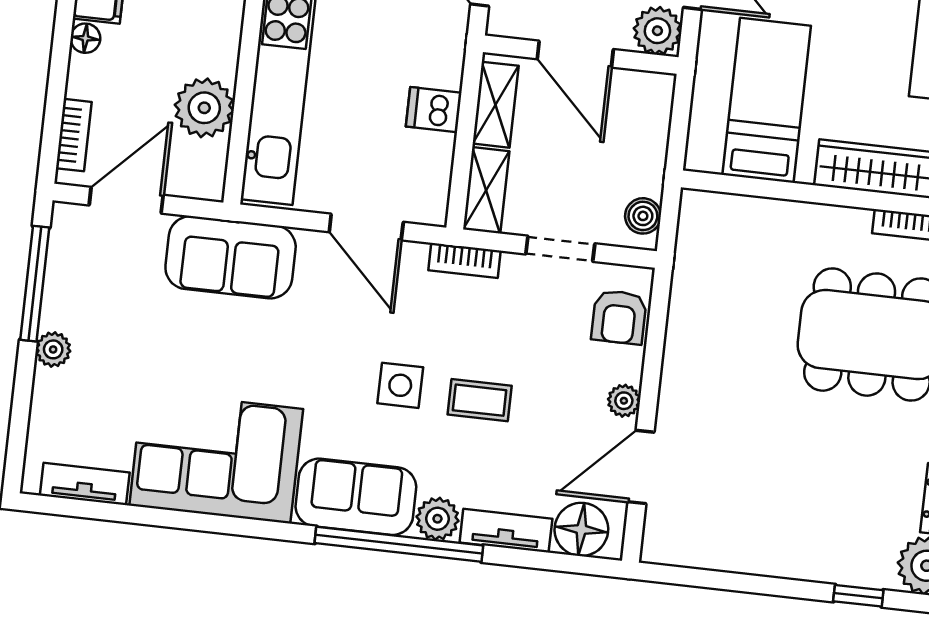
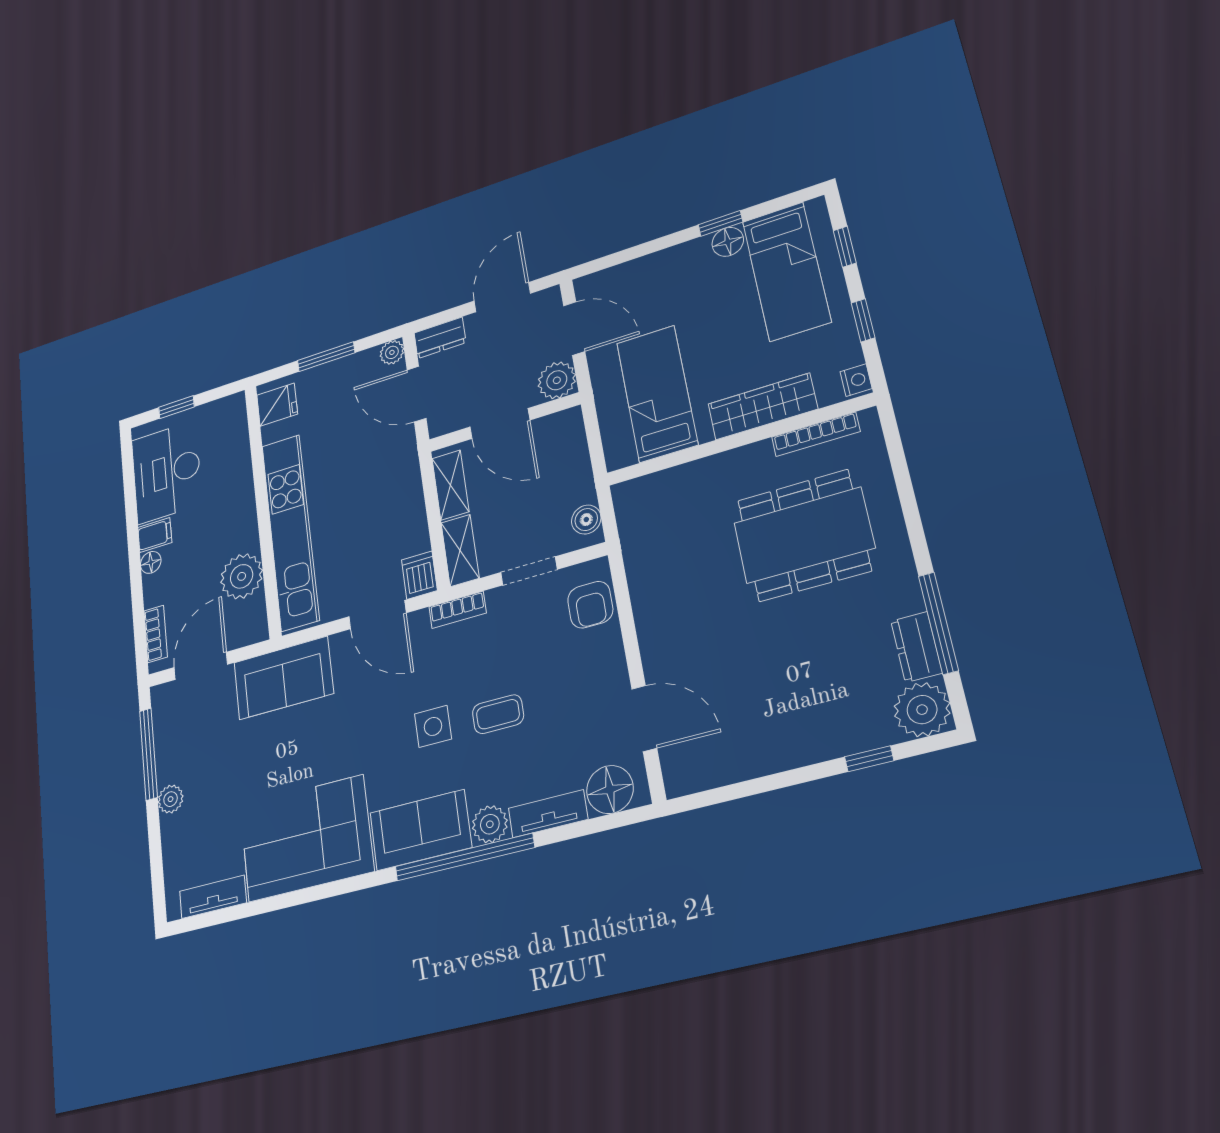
dishwasher: (434, 110) -> (419, 575), moved, turned 90
plant: (624, 401) -> (614, 670), removed
door: (641, 467) -> (644, 718), swing flipped

